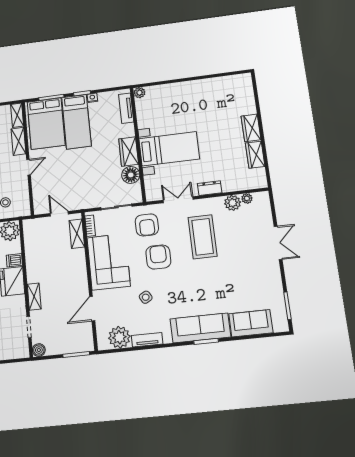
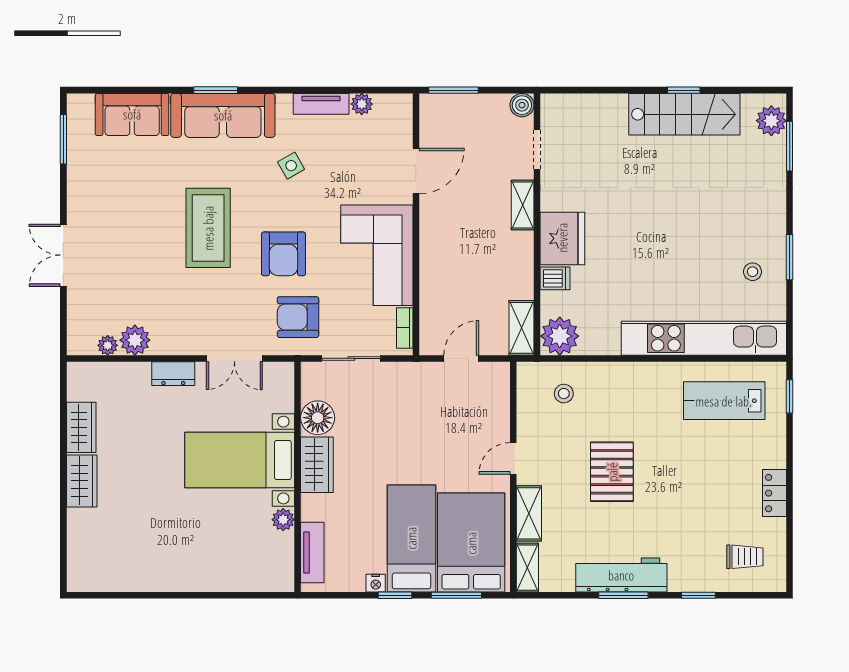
plant: (140, 93) -> (283, 520), moved
door: (59, 214) -> (461, 358), swing flipped
armchair: (147, 225) -> (298, 317), turned -90
shelving: (77, 234) -> (521, 328), moved
coffee table: (203, 237) -> (208, 228), moved
side table: (146, 297) -> (291, 166), moved
plant: (119, 337) -> (362, 104), width x0.53, depth x0.53

